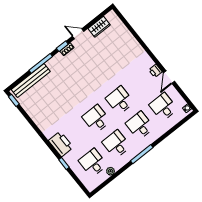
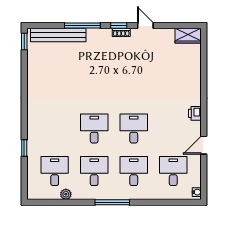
wardrobe: (99, 27) -> (188, 36), moved
printer: (155, 71) -> (195, 113), moved
printer: (61, 144) -> (37, 125), removed

